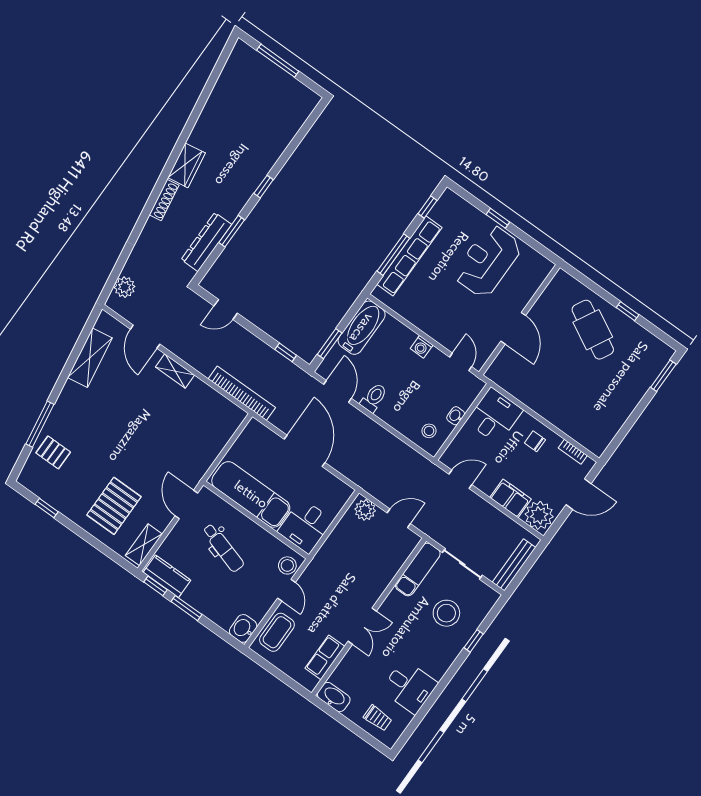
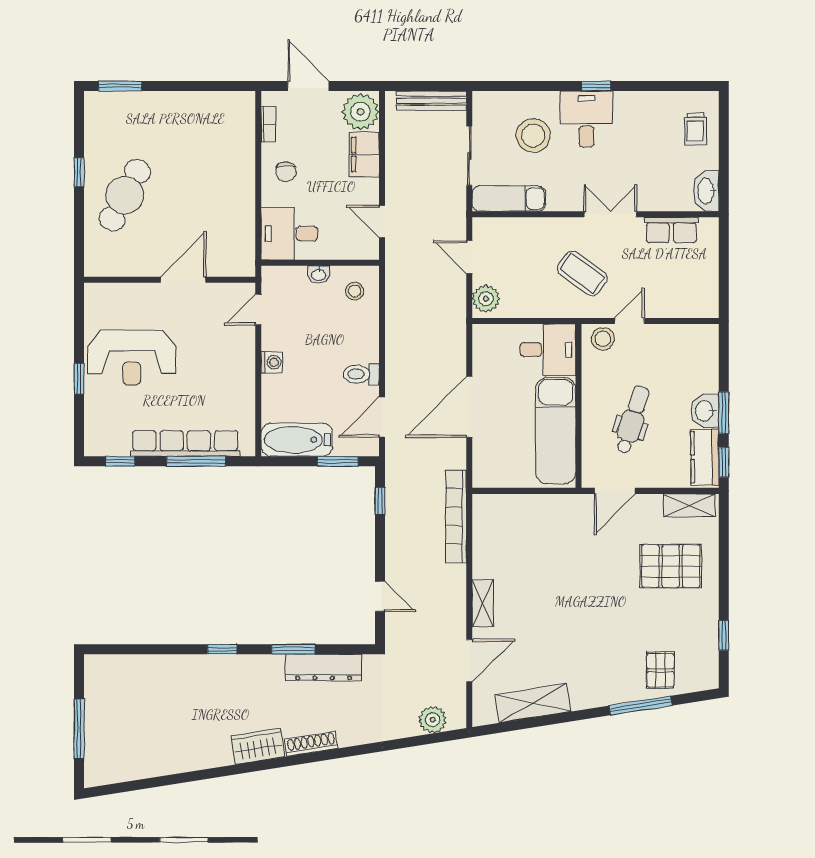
washbasin: (243, 628) -> (705, 411), moved, turned 90
coffee table: (277, 632) -> (582, 273), moved, turned 36
window: (474, 641) -> (596, 86), moved
desk: (409, 687) -> (587, 119), moved
trolley: (378, 718) -> (695, 129), turned 180

